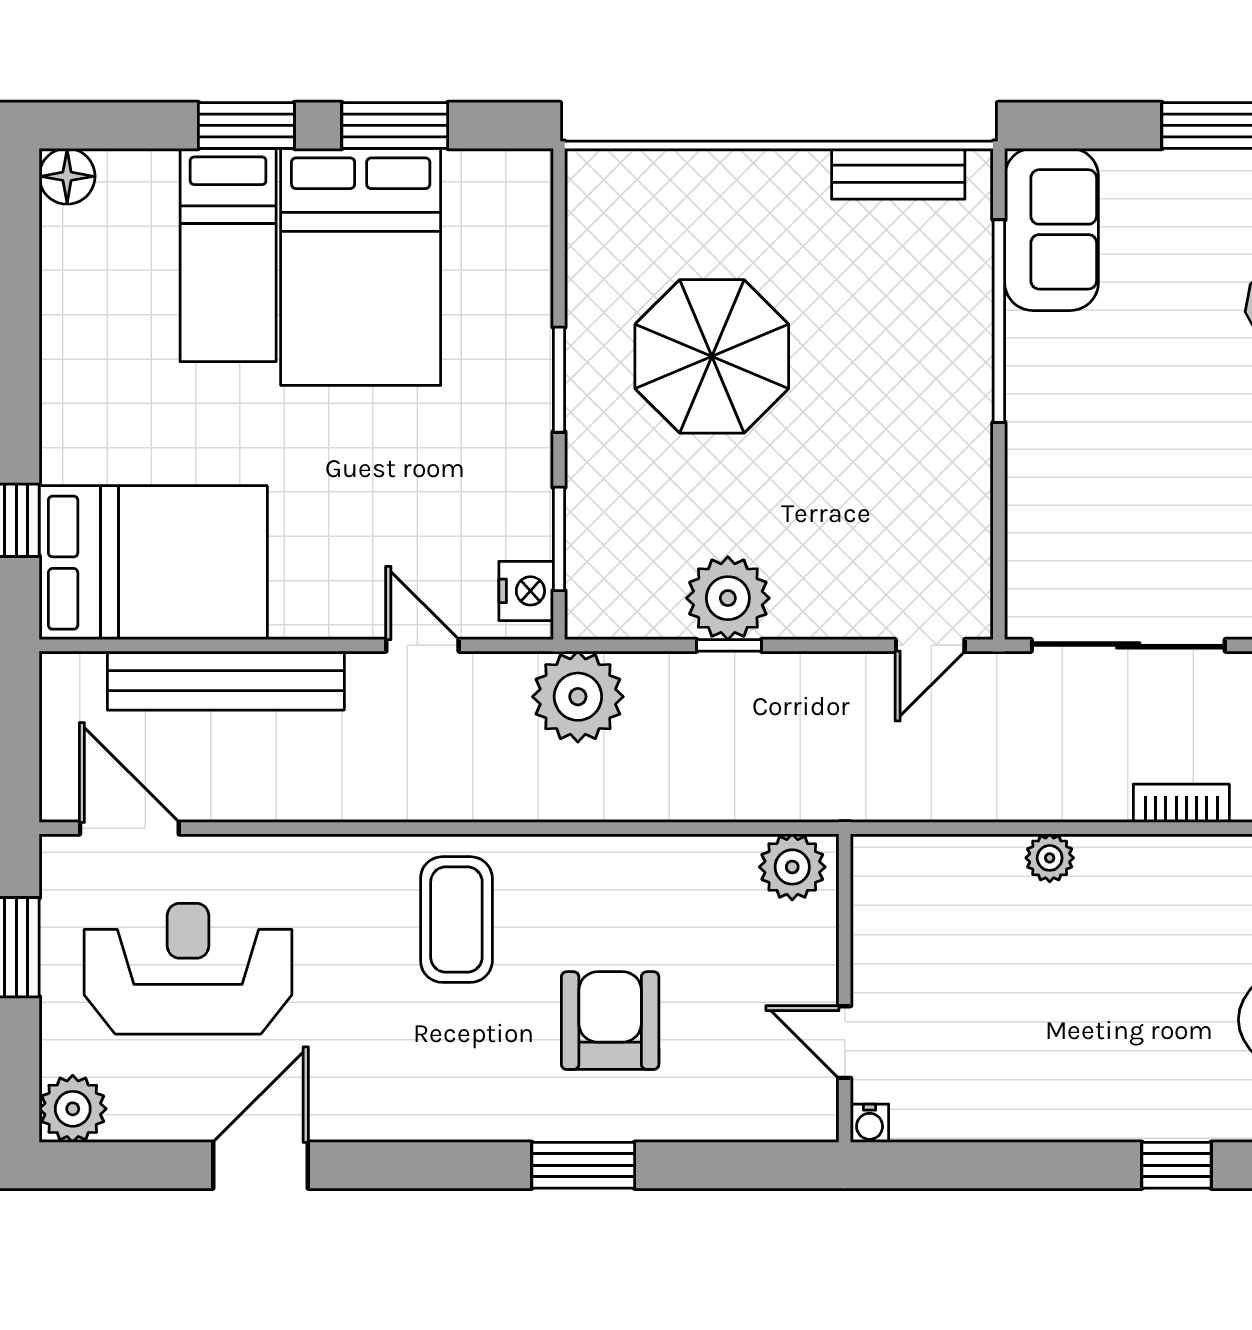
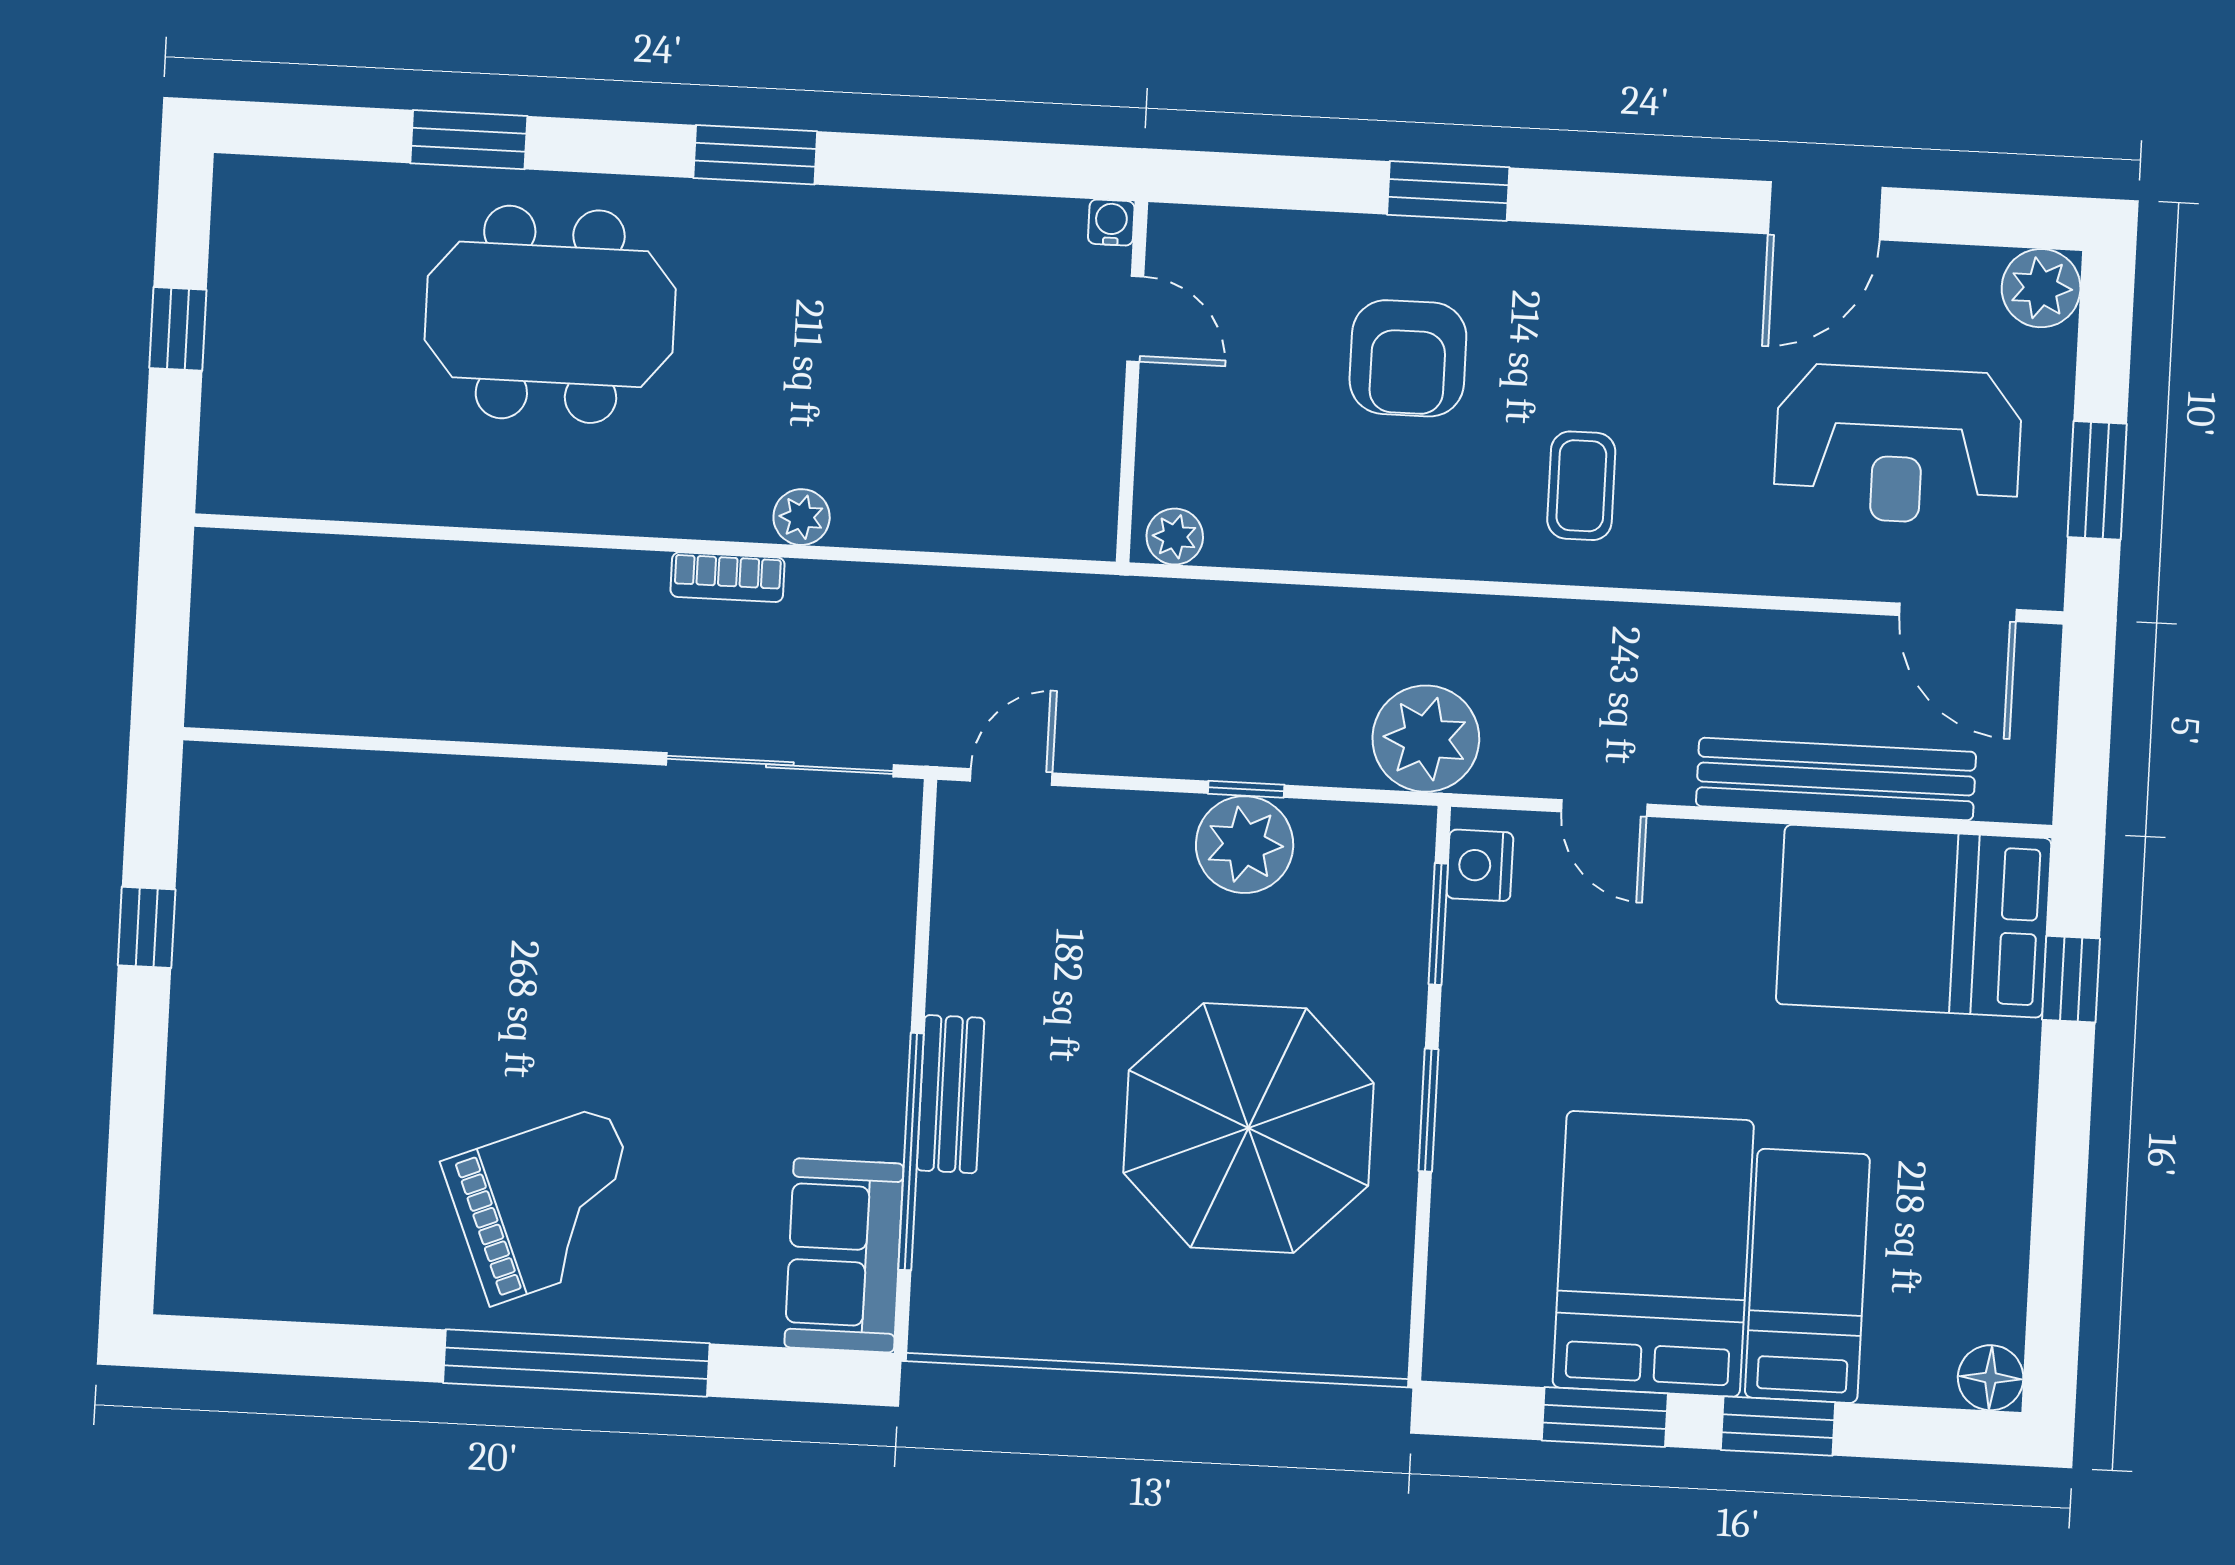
bench: (898, 174) -> (951, 1094), moved, turned 90
parasol: (712, 356) -> (1248, 1128), width x1.36, depth x1.36
plant: (1050, 858) -> (802, 517), moved
plant: (792, 867) -> (1175, 537), width x0.73, depth x0.73
coffee table: (456, 920) -> (1581, 486), width x0.73, depth x0.77
window: (1176, 1165) -> (755, 155), width x1.50

